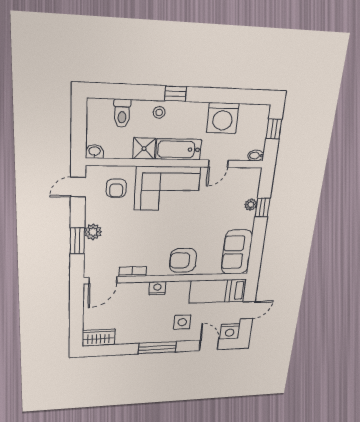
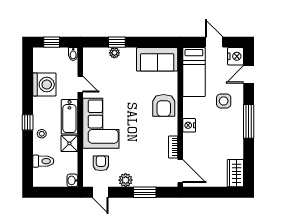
armchair: (116, 188) -> (101, 163), turned -90
plant: (93, 232) -> (126, 180), moved

